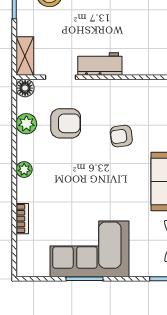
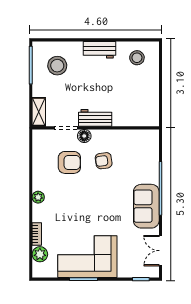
floor lamp: (25, 88) -> (84, 136), moved
plant: (26, 124) -> (40, 254), moved
armchair: (121, 136) -> (104, 161), moved

